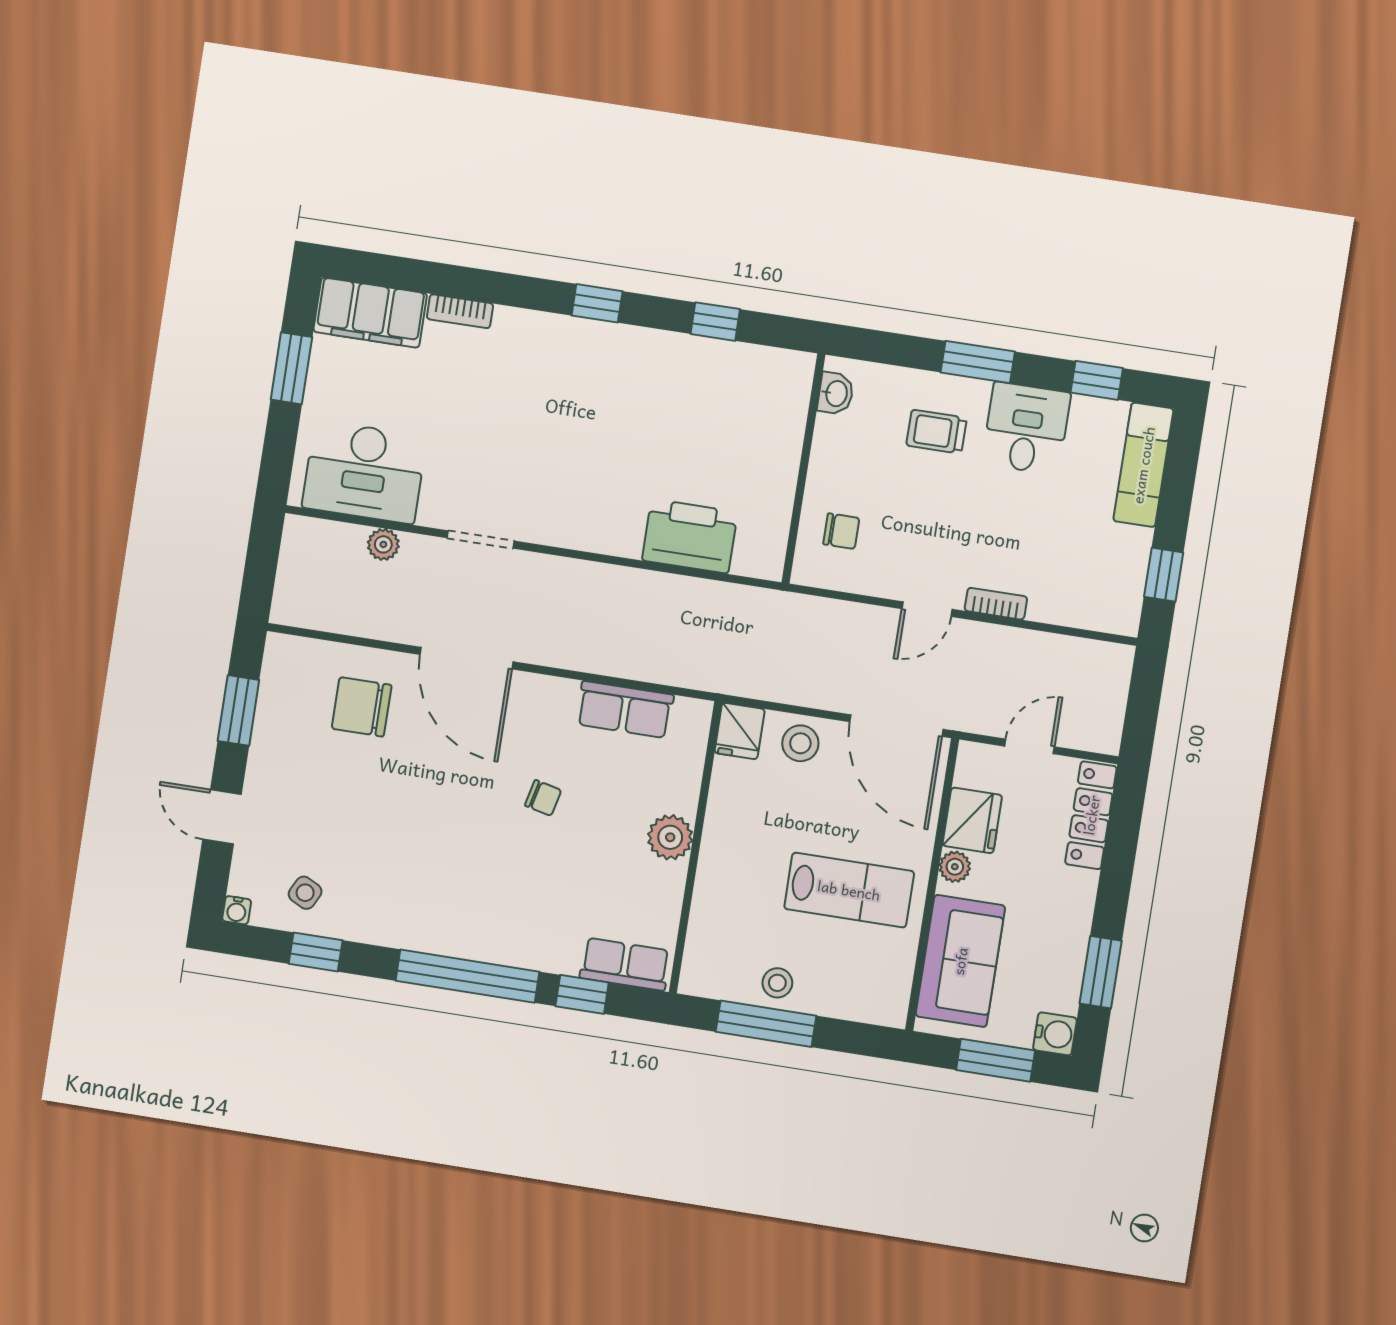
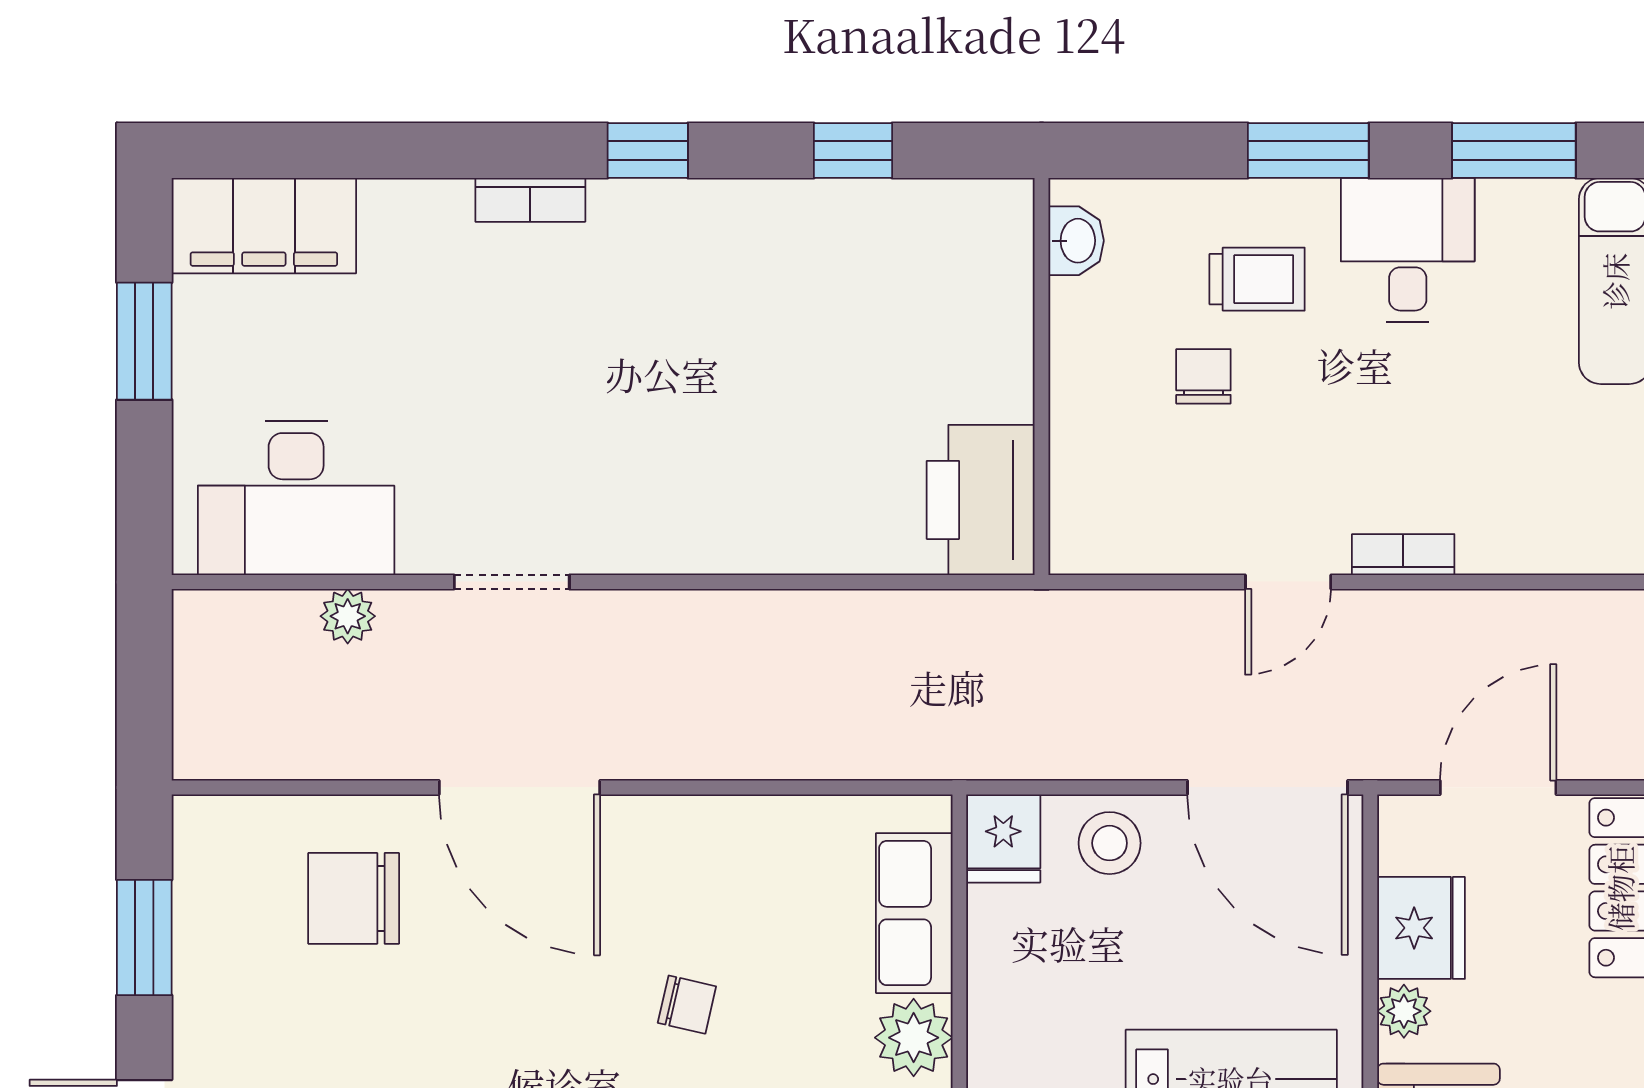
bookcase: (460, 311) -> (530, 200), moved
window: (1097, 380) -> (1514, 150), width x1.50
trolley: (937, 432) -> (1257, 279), turned 180
chair: (841, 531) -> (1203, 376), moved, turned -90
printer: (690, 536) -> (981, 500), moved, turned -90
row of seats: (625, 710) -> (914, 913), moved, turned 90
door: (1029, 746) -> (1498, 787), width x1.38

